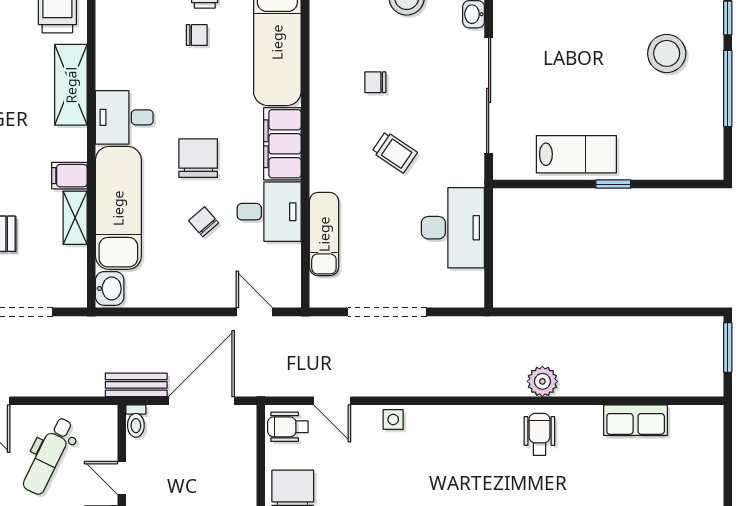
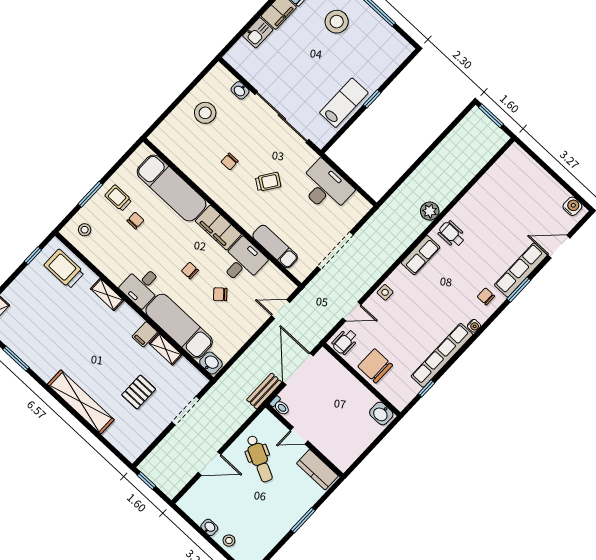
shelving: (71, 85) -> (107, 295), width x0.67, depth x0.75
chair: (198, 158) -> (190, 271), width x0.54, depth x0.54
row of seats: (636, 420) -> (421, 255), moved

